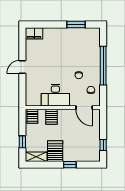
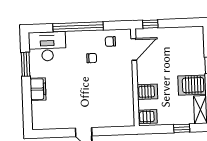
filing cabinet: (34, 33) -> (38, 89), moved
desk: (55, 95) -> (47, 46), moved, turned -90
window: (103, 145) -> (150, 24), moved

